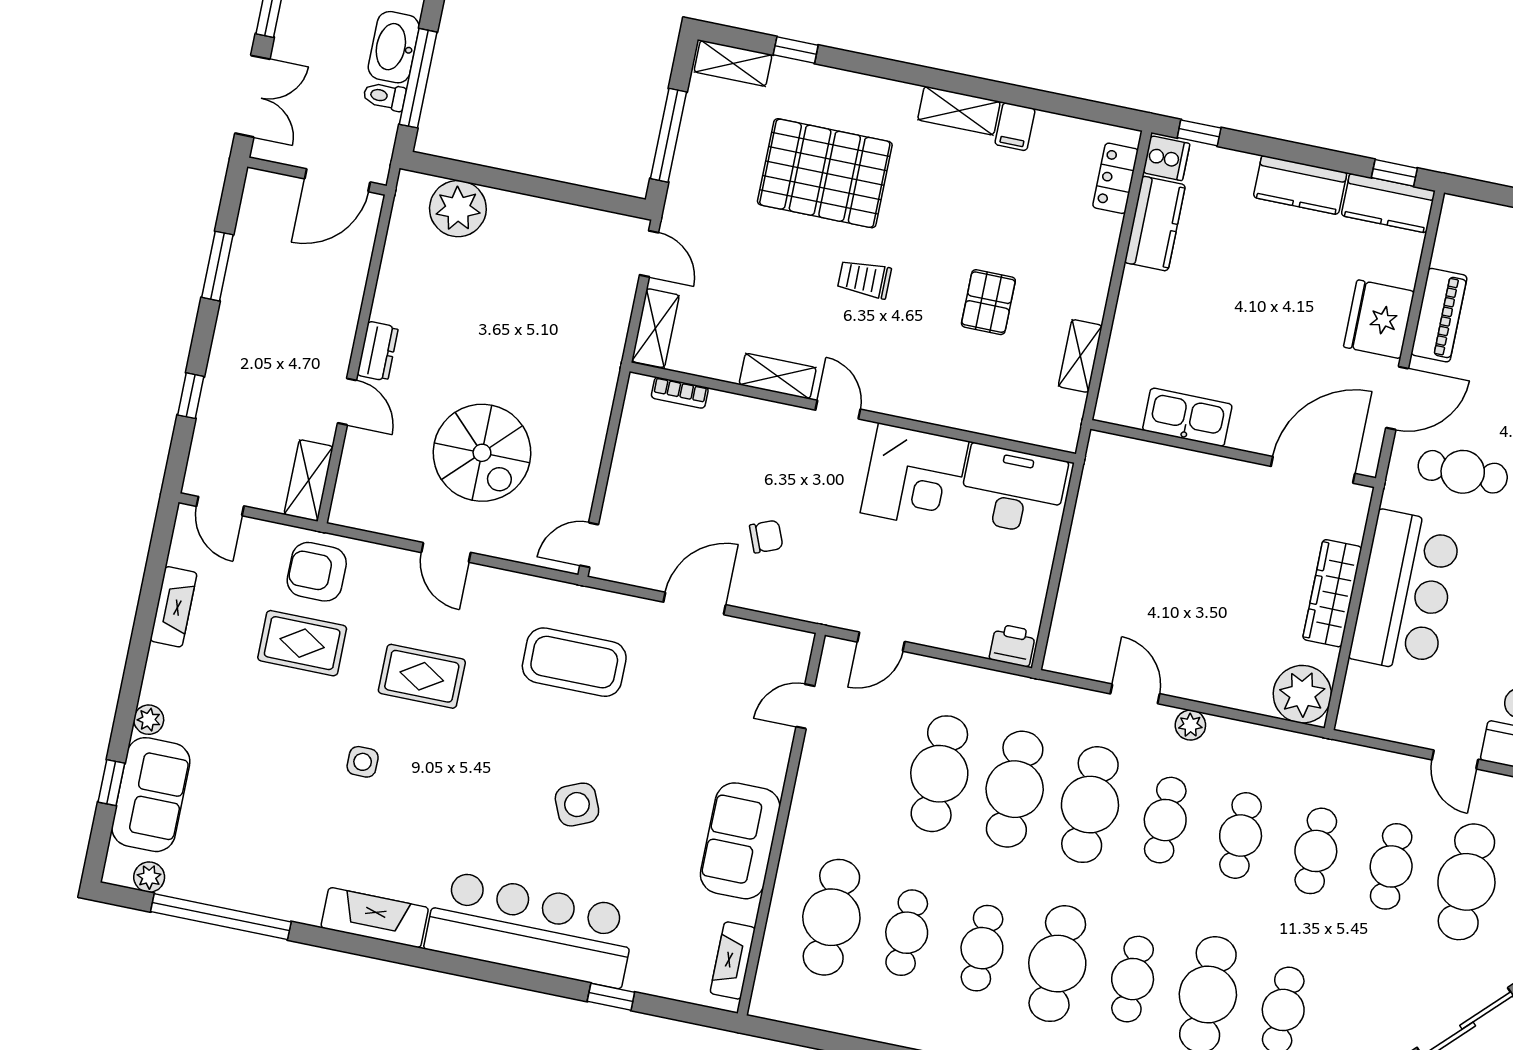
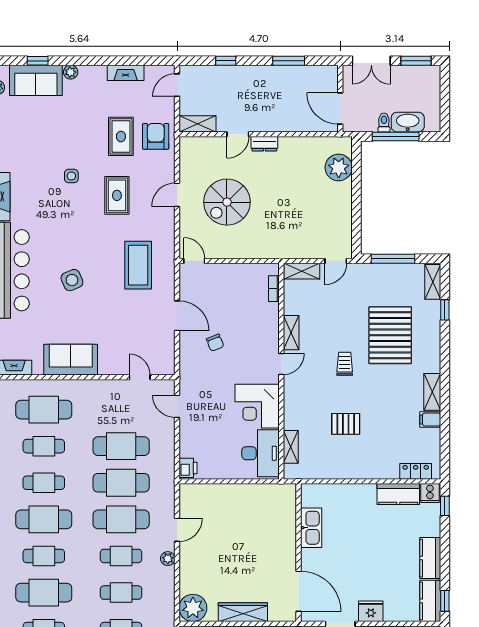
fridge: (1379, 319) -> (371, 611), width x0.73, depth x0.75
shelving: (1080, 356) -> (291, 447), moved, turned 90

